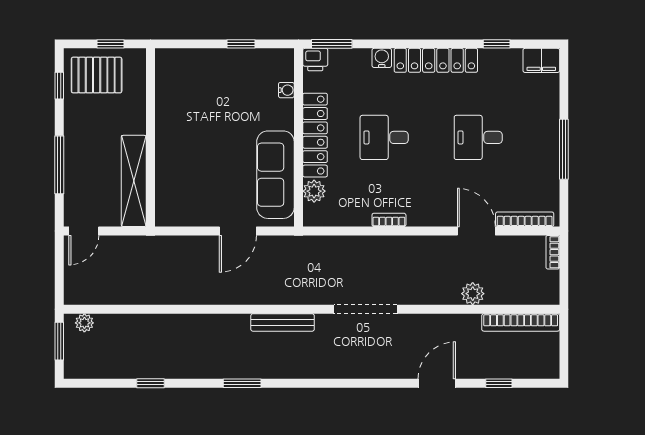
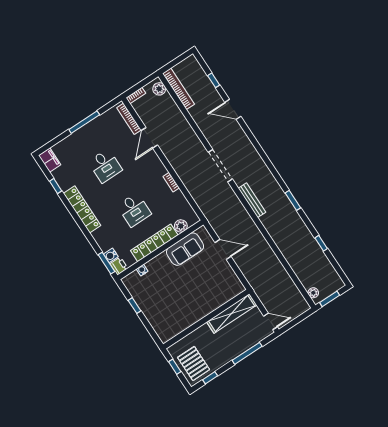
water cooler: (382, 58) -> (111, 255), moved
sofa: (275, 175) -> (185, 249), width x0.73
plant: (473, 294) -> (159, 89), moved

